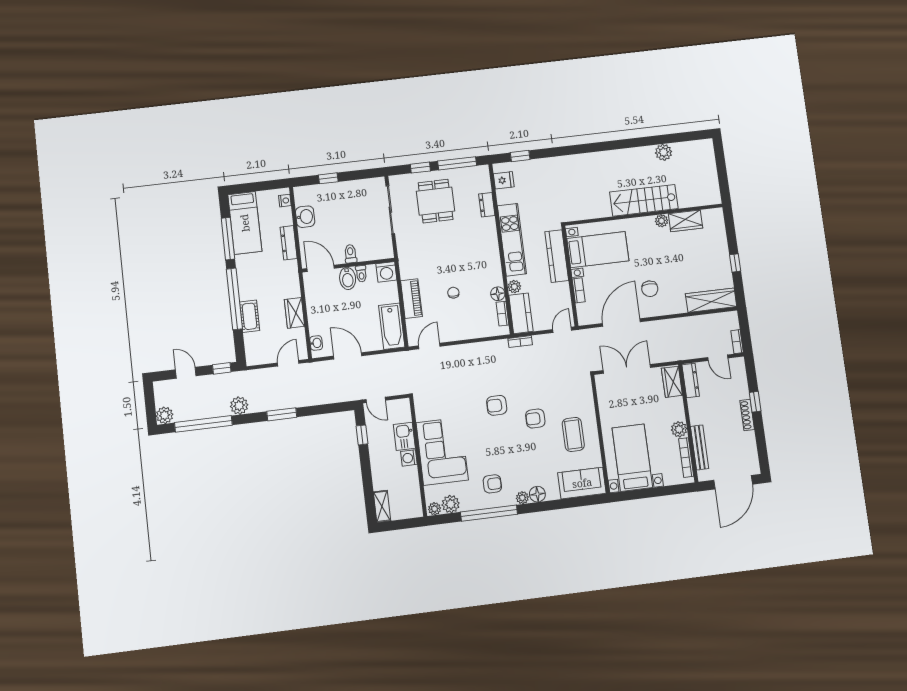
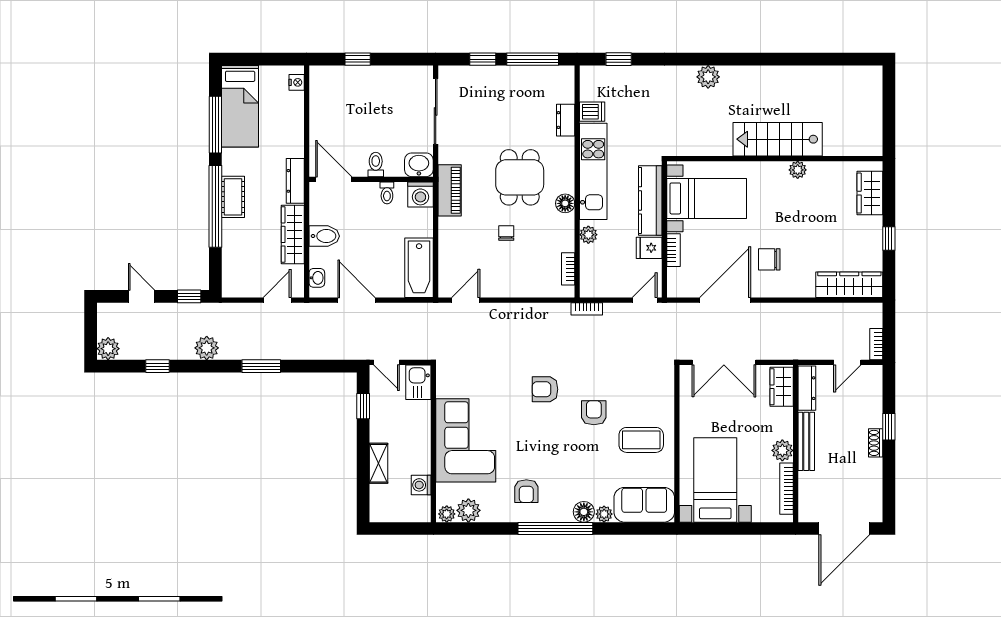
plant: (664, 152) -> (708, 77), moved
fridge: (504, 180) -> (649, 248), moved, turned 180
dishwasher: (506, 196) -> (592, 112), added
dining table: (436, 201) -> (520, 177), moved
washbasin: (305, 217) -> (419, 165), moved, turned -90
wardrobe: (685, 221) -> (870, 193), moved, turned 90
dresser: (289, 243) -> (295, 181), moved
bidet: (348, 278) -> (324, 236), moved, turned -90
chair: (650, 289) -> (769, 259), turned 90
floor lamp: (498, 294) -> (565, 203), moved
piano: (411, 299) -> (450, 190), moved
wardrobe: (295, 313) -> (293, 234), width x1.50
kitchen counter: (521, 313) -> (593, 271), removed
cot: (250, 316) -> (233, 197), moved
door: (718, 358) -> (847, 362), hinge flipped
double door: (627, 369) -> (724, 362), swing flipped
shoe rack: (747, 415) -> (876, 443), width x0.70
armchair: (535, 419) -> (594, 413), turned 90
window: (203, 424) -> (157, 366), width x0.32
coffee table: (573, 434) -> (641, 440), turned 90
kitchen sink: (404, 436) -> (418, 382), moved
bench: (700, 447) -> (806, 441), moved
washing machine: (409, 458) -> (421, 485), moved
armchair: (492, 484) -> (526, 491), turned 90
plant: (522, 498) -> (604, 514), moved
shelving: (382, 506) -> (378, 463), moved
window: (489, 513) -> (555, 528), moved

